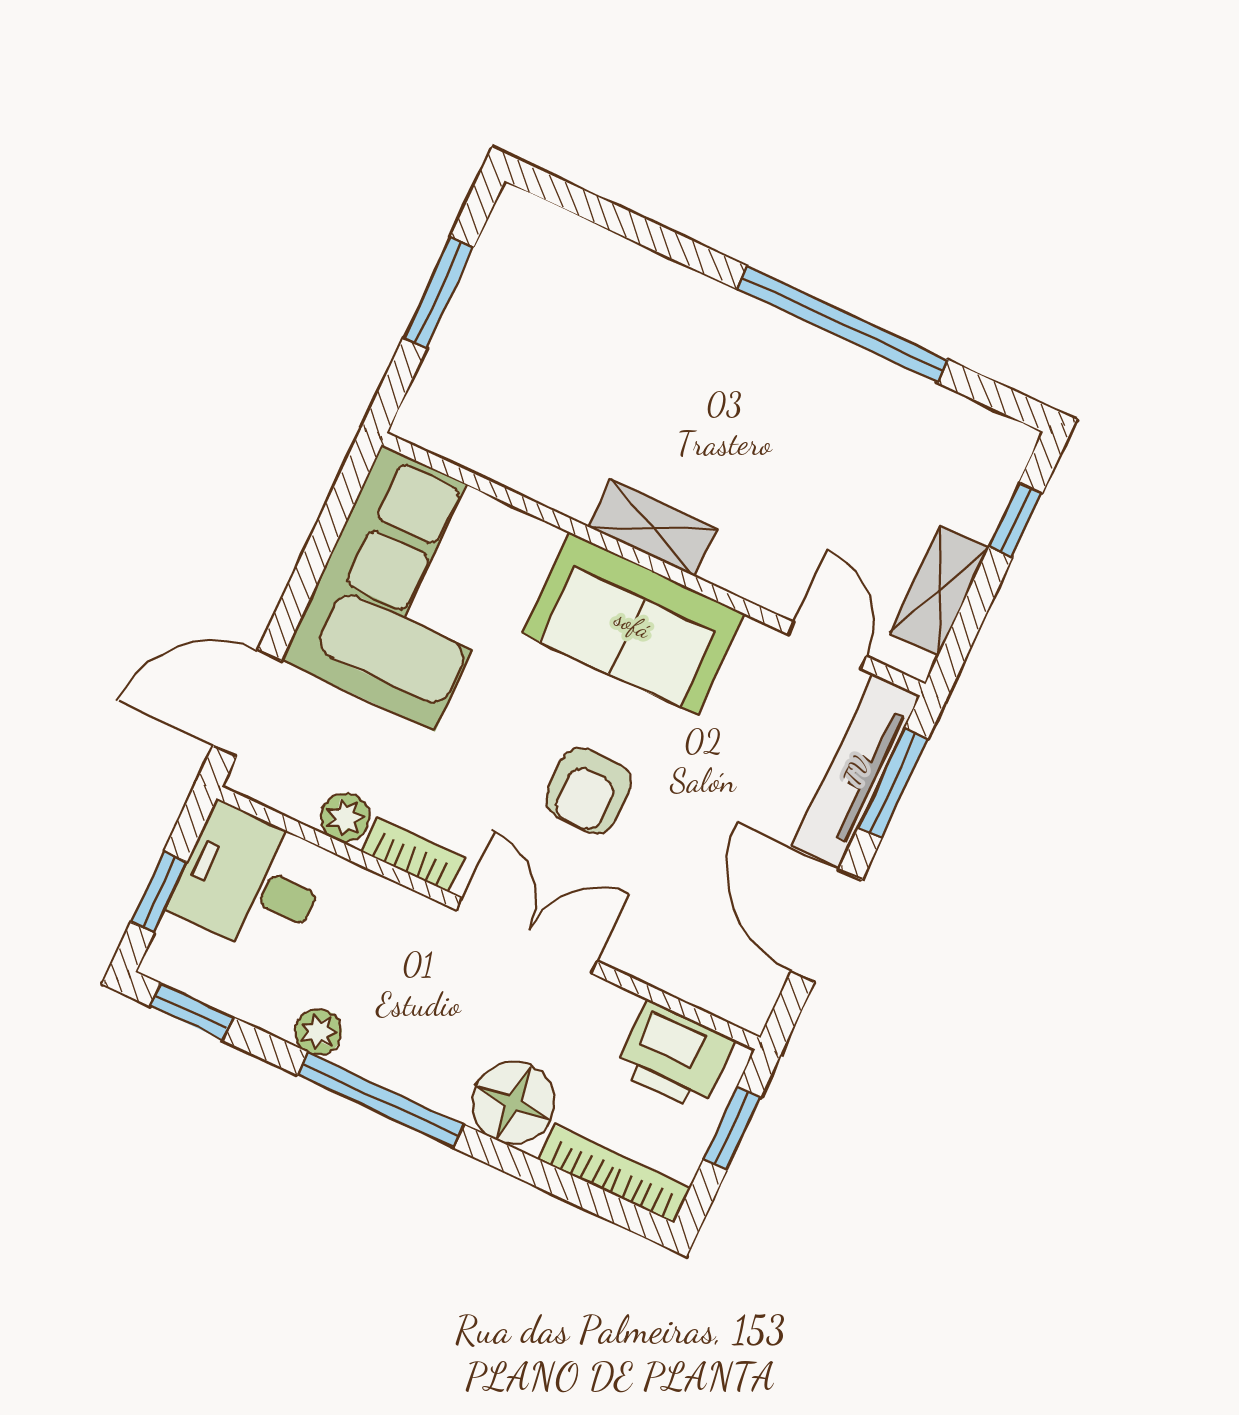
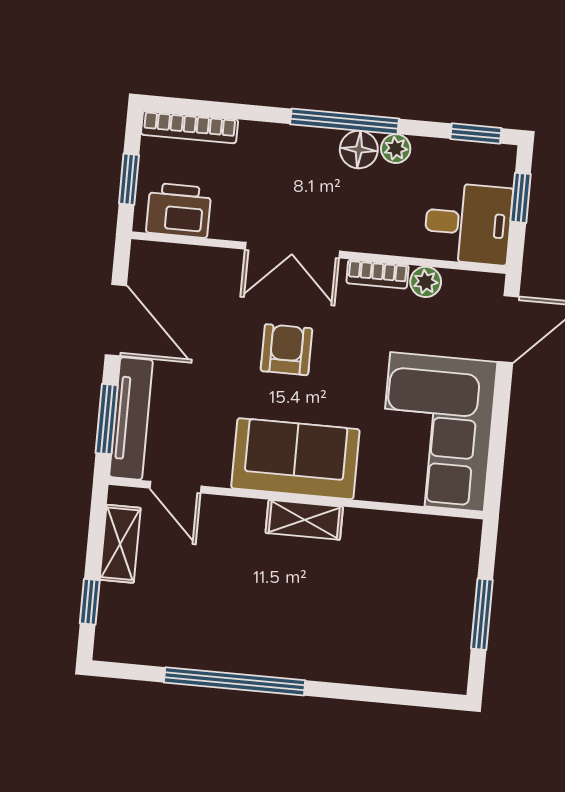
floor lamp: (513, 1103) -> (359, 149), moved, width x0.73, depth x0.73

